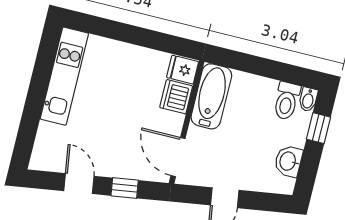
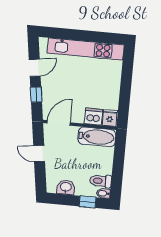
kitchen unit: (64, 76) -> (86, 49), width x1.36

